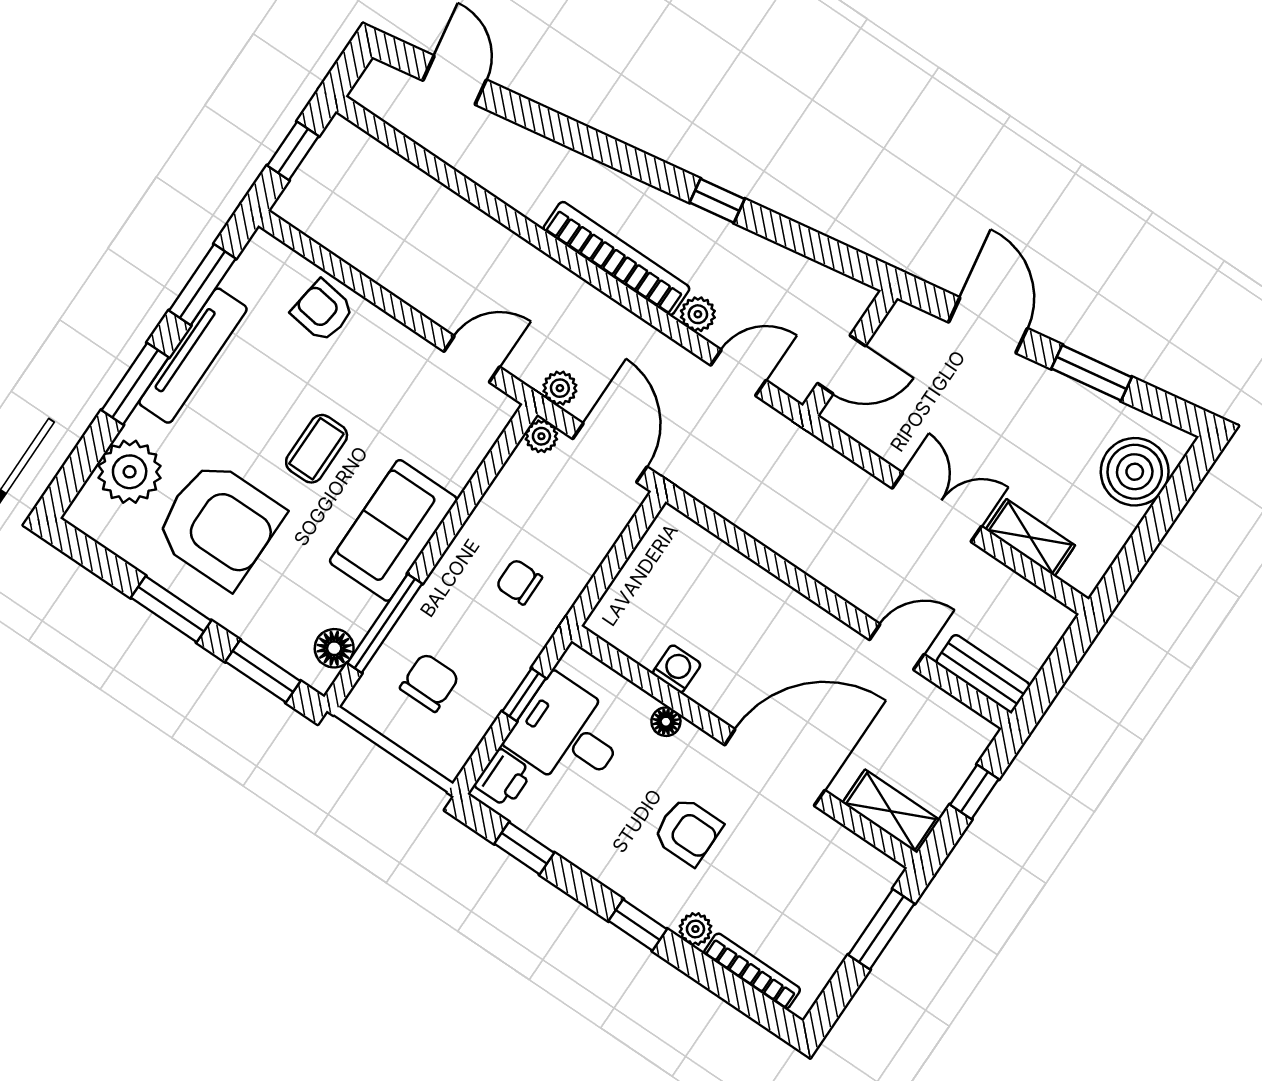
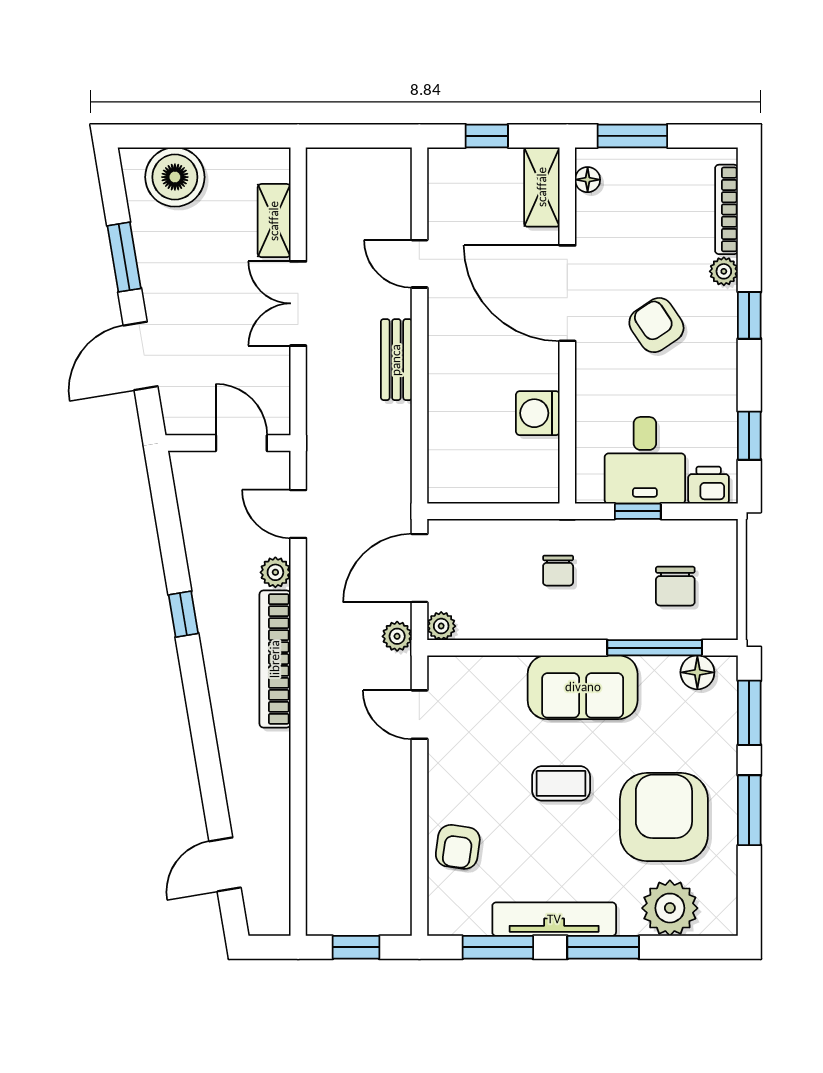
washing machine: (677, 669) -> (538, 413), width x1.38, depth x1.38
bench: (983, 674) -> (396, 360), moved
chair: (430, 682) -> (675, 586), turned -90
floor lamp: (666, 722) -> (588, 180), moved
armchair: (688, 831) -> (656, 325), turned -34

